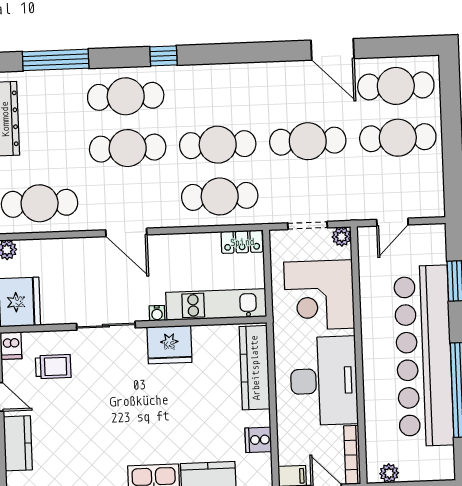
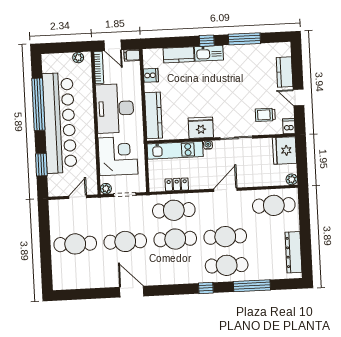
door: (332, 49) -> (132, 292), moved
window: (56, 60) -> (252, 286), moved
cafe table: (396, 86) -> (77, 273), removed
door: (126, 232) -> (225, 190), hinge flipped
locker: (242, 242) -> (177, 184), moved

